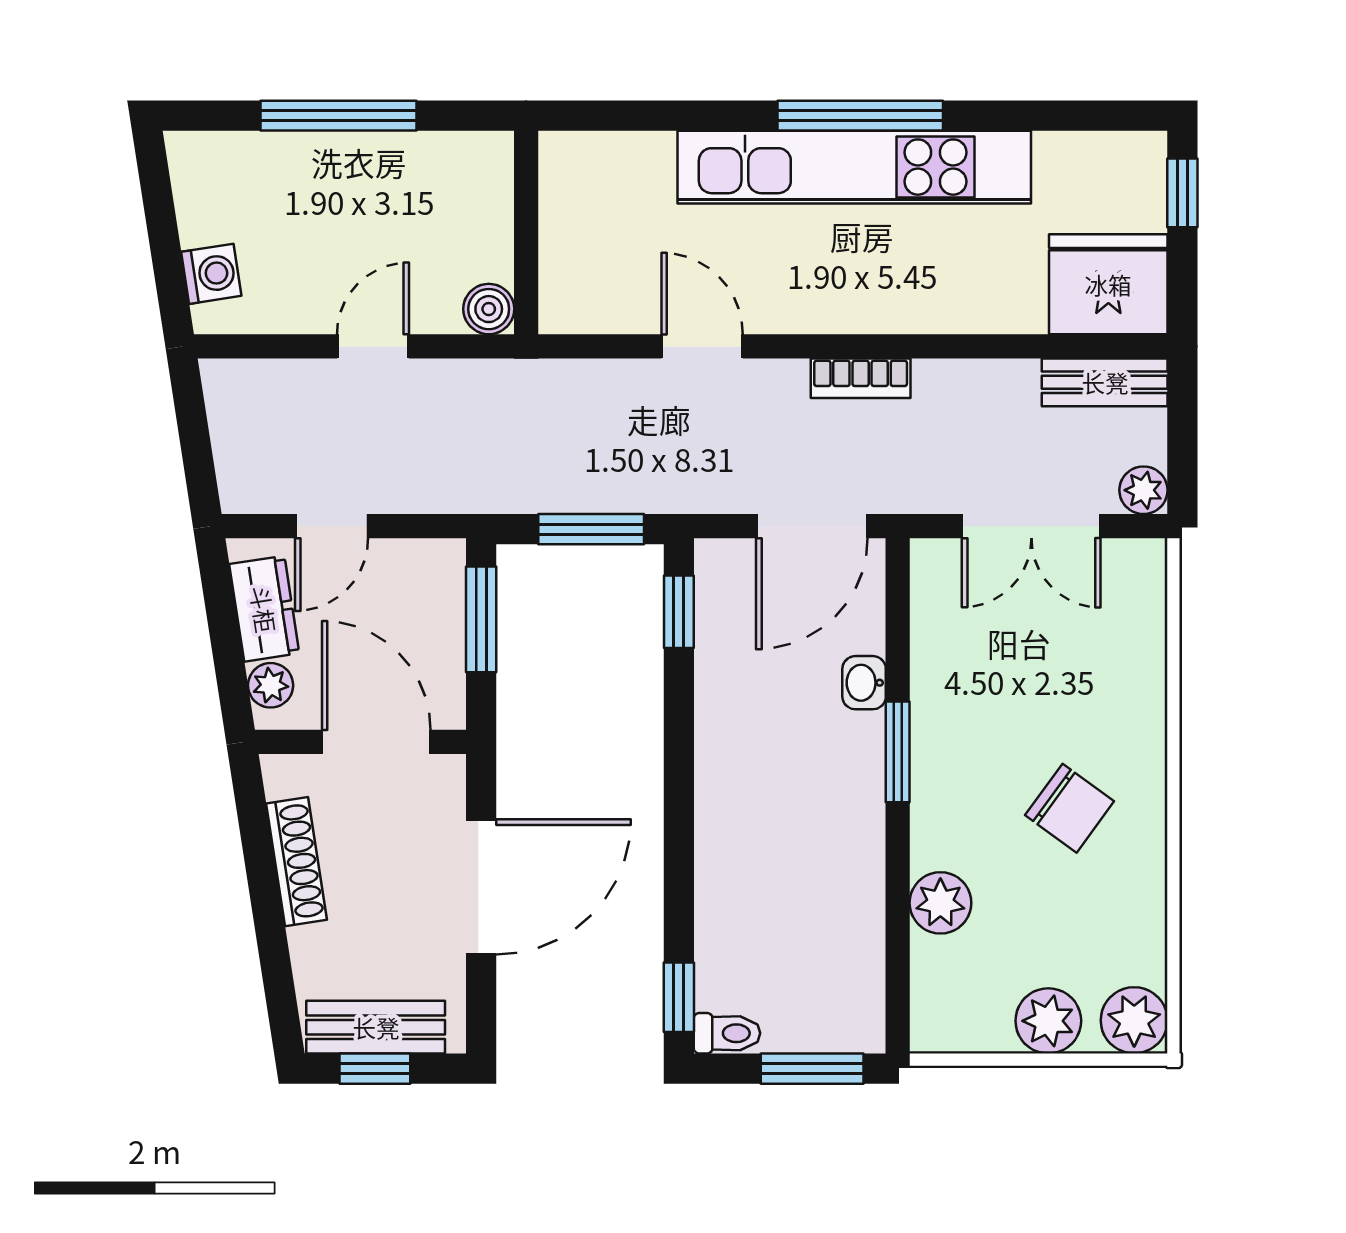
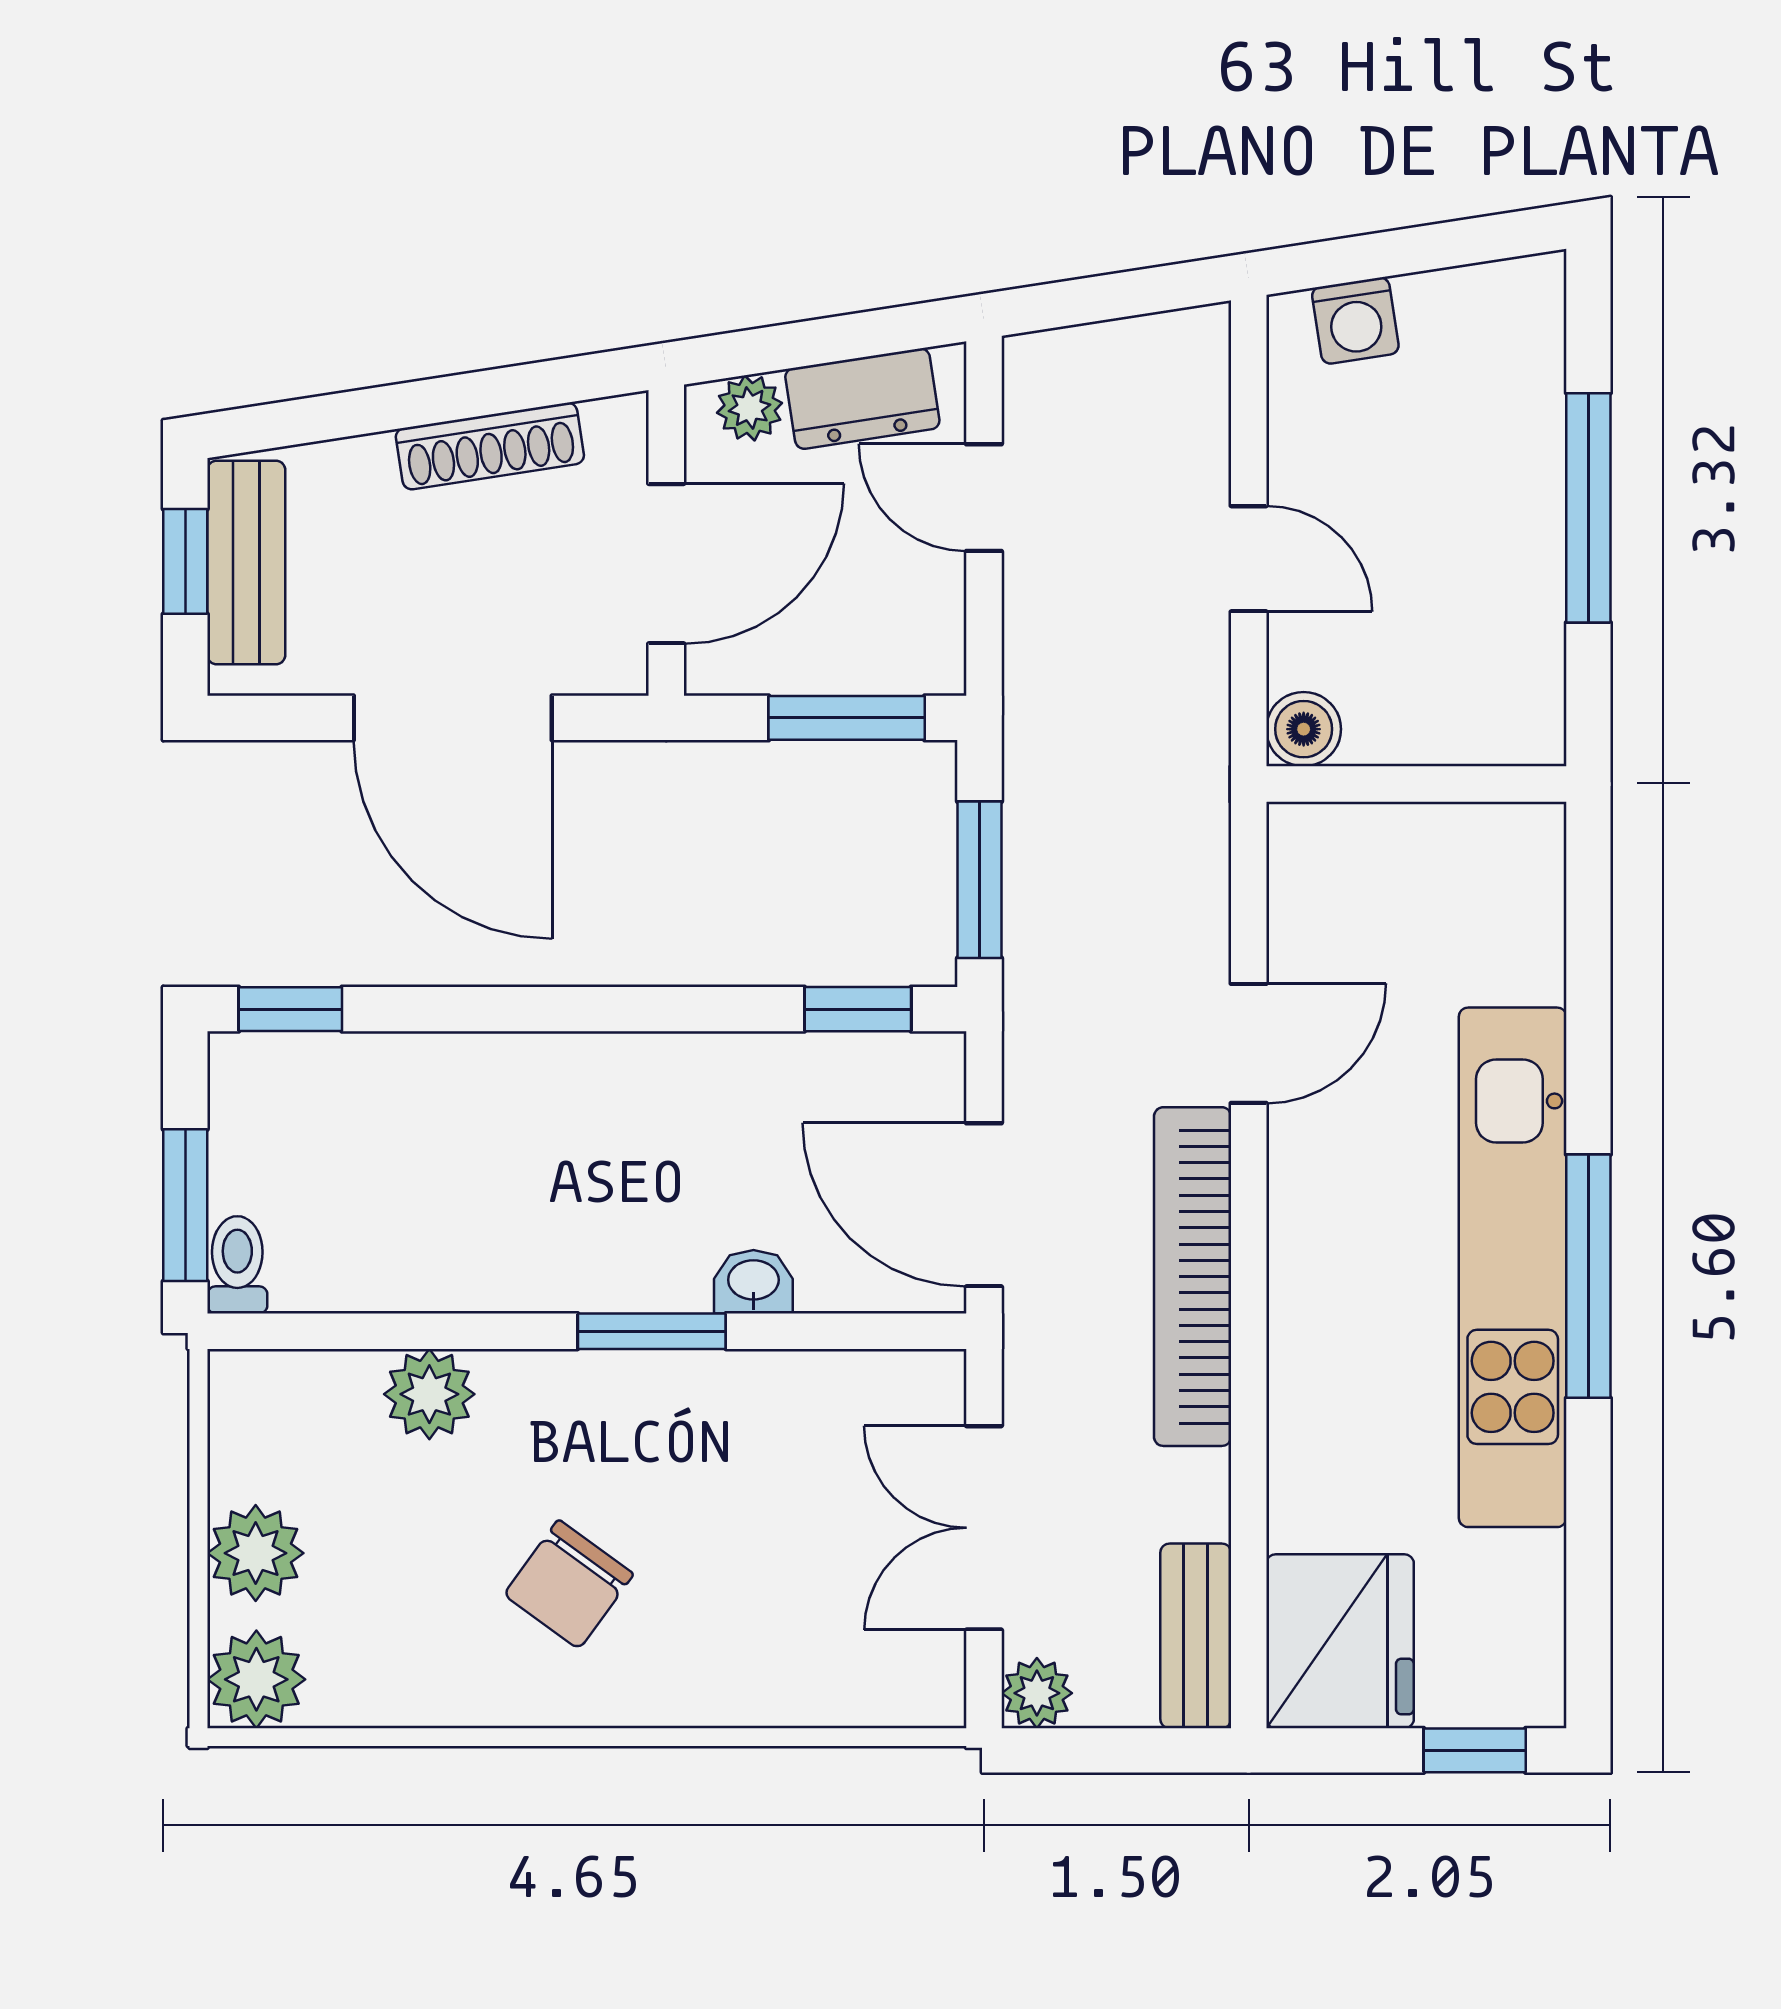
bookcase: (861, 378) -> (1193, 1277), width x2.31, depth x1.31
toilet: (727, 1033) -> (237, 1265), moved, turned 180

